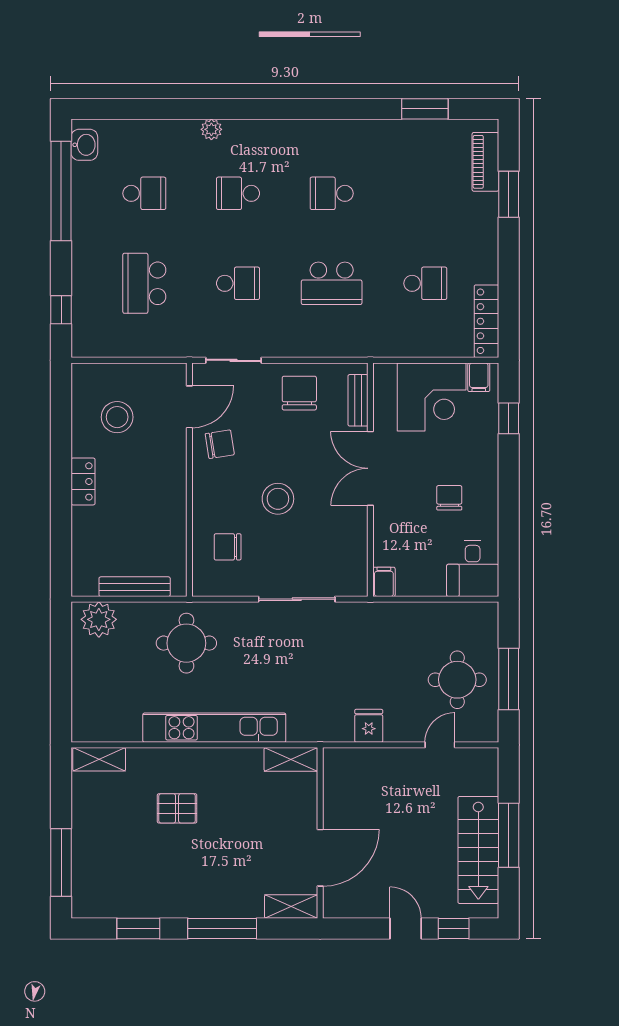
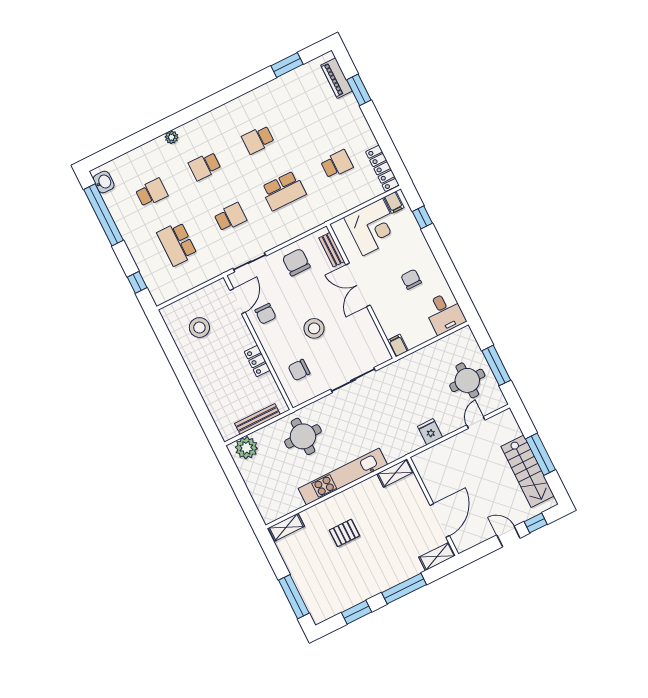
chair: (220, 444) -> (265, 314), turned 99
locker: (83, 481) -> (257, 361), moved, turned 180

